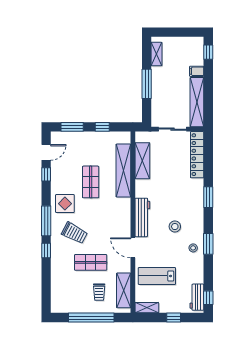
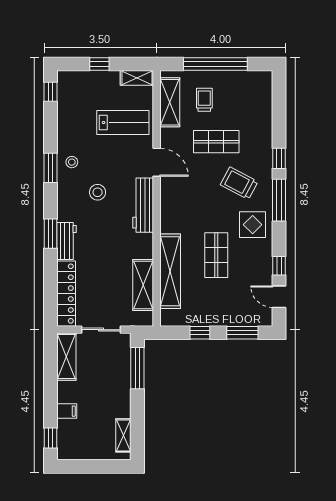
window: (147, 84) -> (137, 368), moved
shelving: (197, 102) -> (66, 357), width x0.68
door: (46, 152) -> (279, 297), hinge flipped
workbench: (197, 297) -> (67, 241), moved

